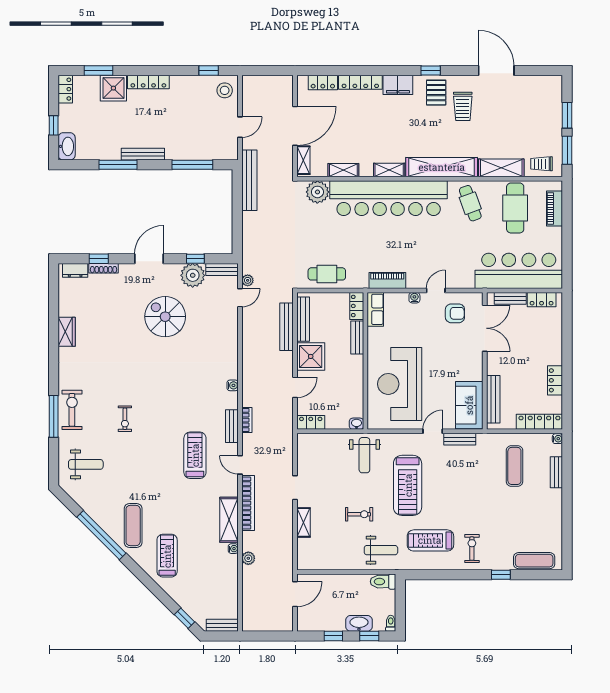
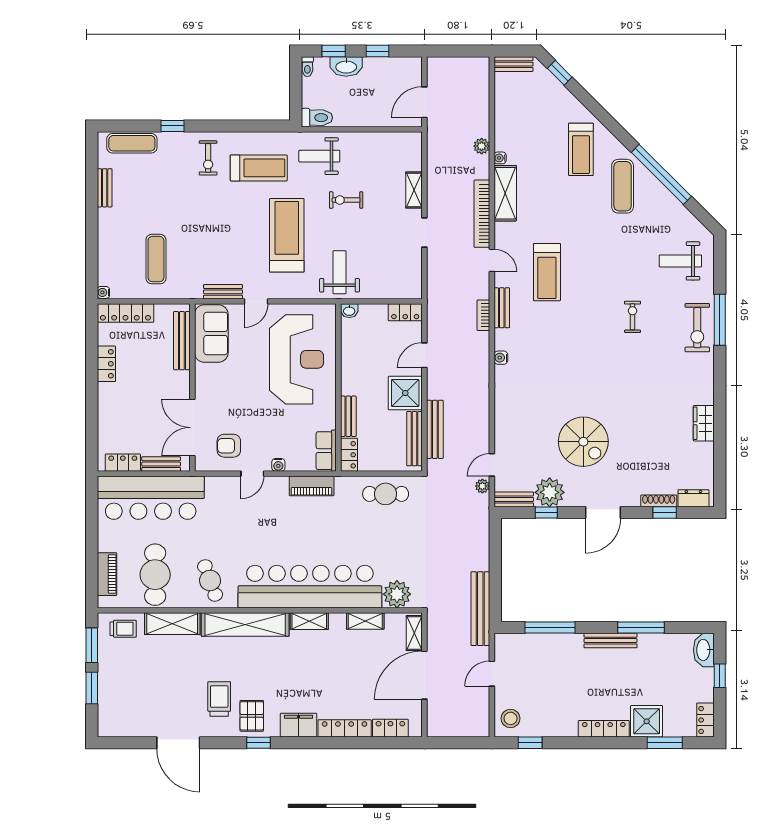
bench: (556, 472) -> (105, 188), moved

